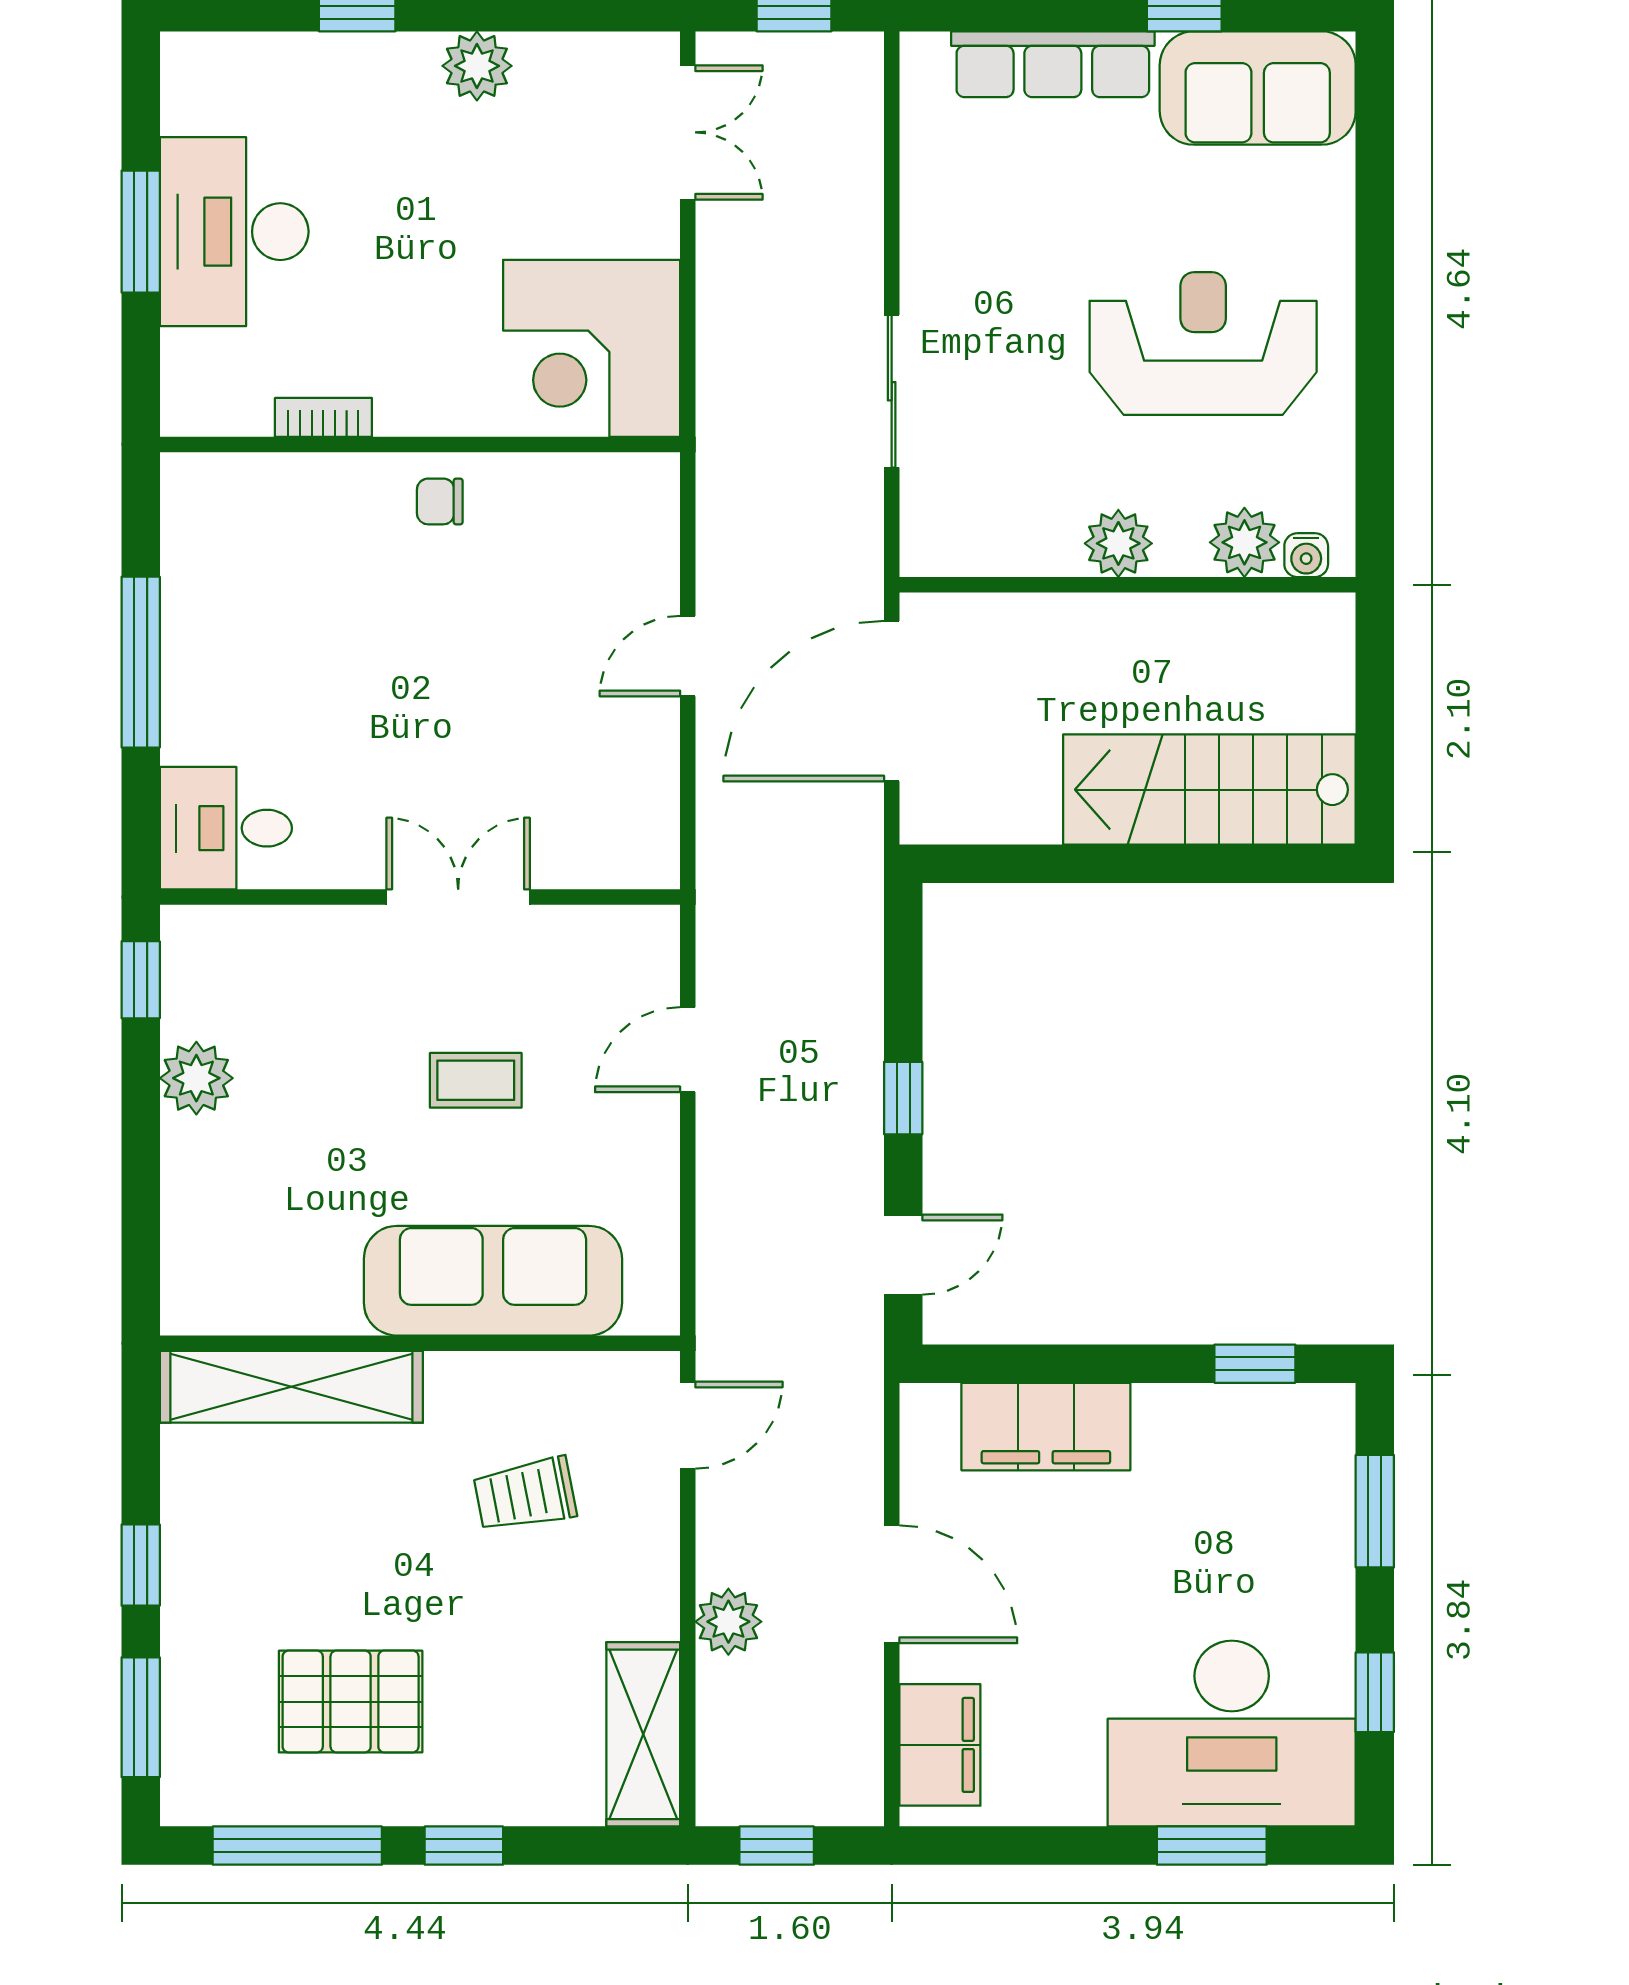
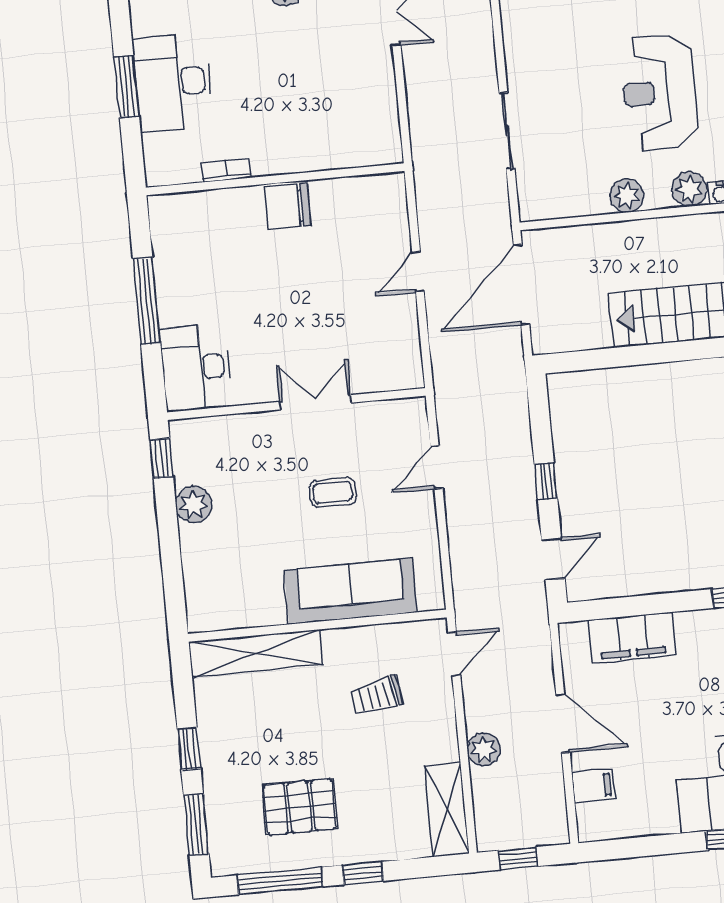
reception desk: (1203, 344) -> (659, 92), turned -90
corner desk: (592, 348) -> (356, 123), removed
chair: (440, 501) -> (288, 207), width x1.87, depth x1.87
desk: (226, 828) -> (196, 368), width x1.37
filing cabinet: (940, 1745) -> (593, 786), width x0.50

